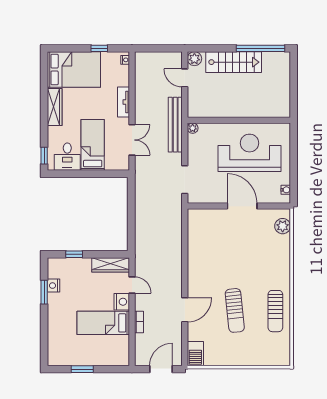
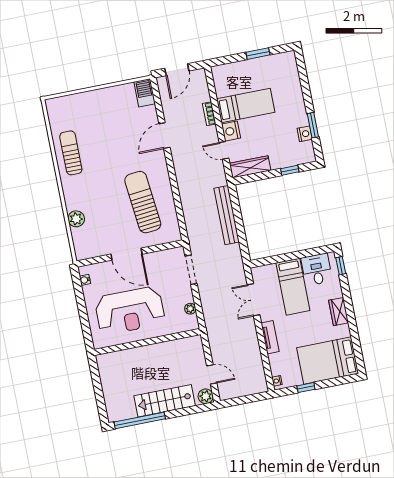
wardrobe: (55, 107) -> (339, 312), width x0.67
bench: (175, 125) -> (227, 215), moved
plant: (193, 128) -> (190, 309), moved
plant: (283, 226) -> (76, 219), moved
sun lounger: (235, 310) -> (143, 202), moved, width x1.36, depth x1.34

